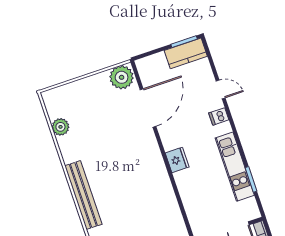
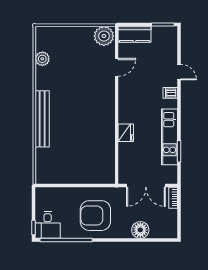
kitchen counter: (186, 53) -> (135, 34), moved
door: (148, 108) -> (117, 67), width x0.53
fridge: (177, 160) -> (126, 133), moved

